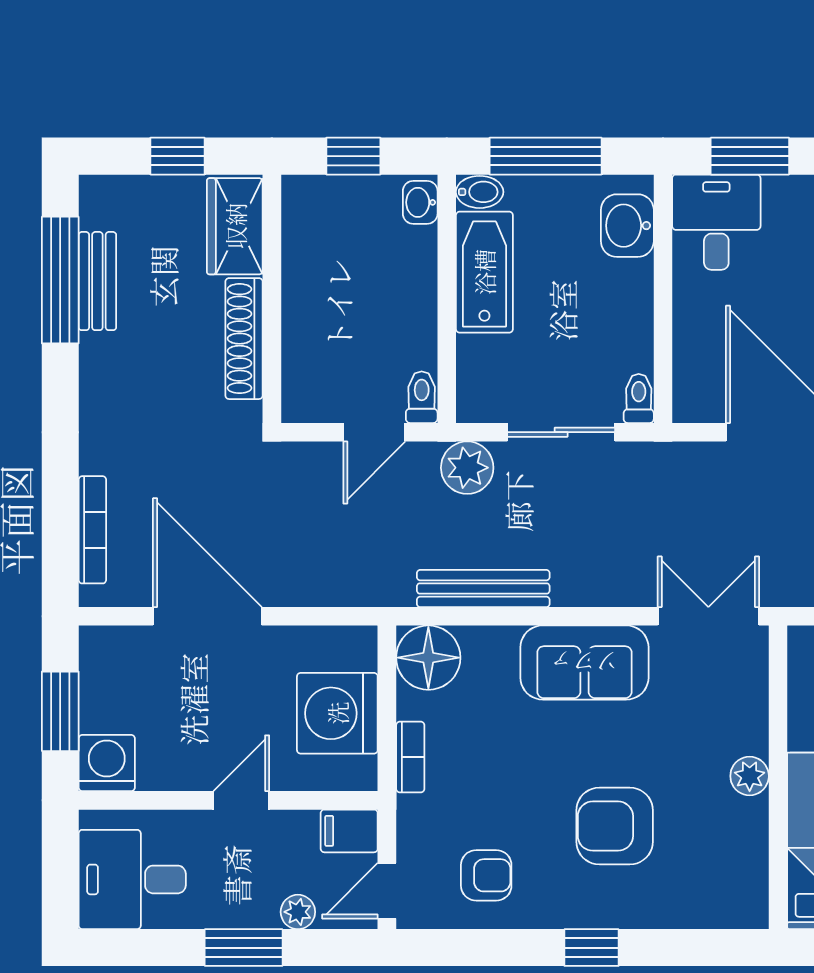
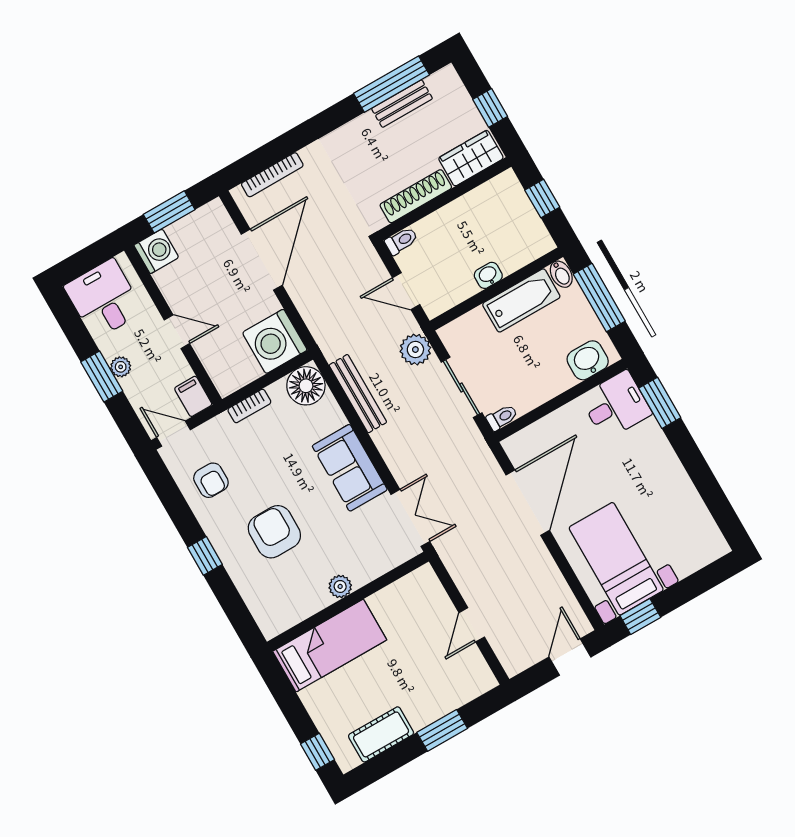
washbasin: (420, 202) -> (488, 275), moved
toilet: (422, 397) -> (401, 241), moved
washing machine: (337, 713) -> (275, 341), moved, turned -90
plant: (298, 912) -> (121, 367), moved

